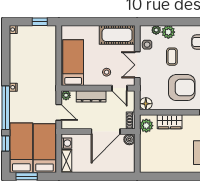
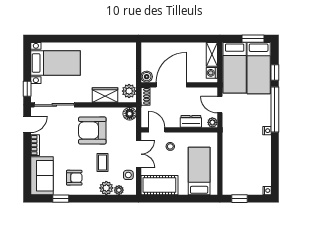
bed: (73, 63) -> (199, 171), moved, turned 180
dresser: (91, 96) -> (191, 121), width x0.70

